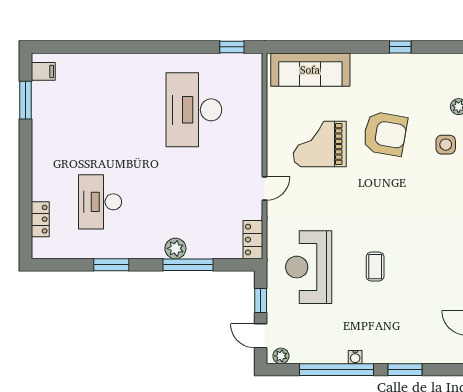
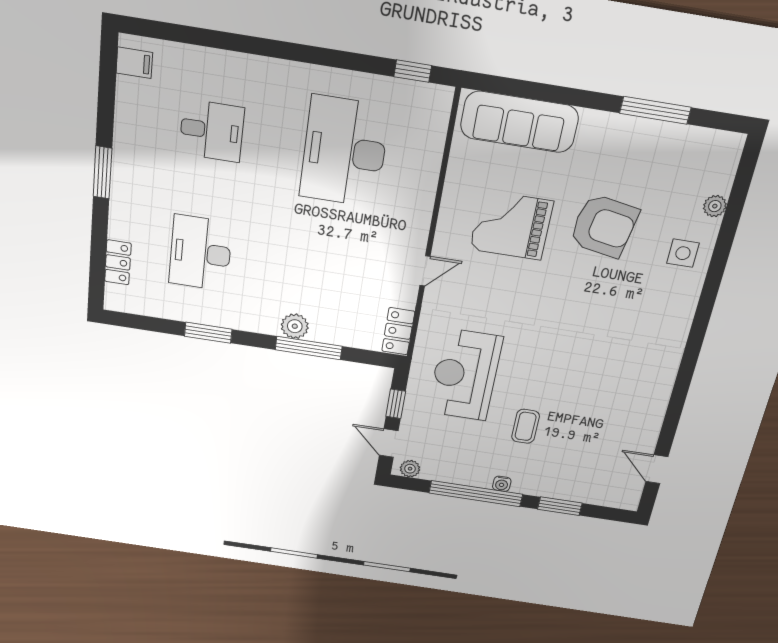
window: (400, 47) -> (655, 110), width x2.17
window: (25, 100) -> (102, 172), moved
desk: (100, 110) -> (212, 131), added
coffee table: (375, 267) -> (526, 426), moved

